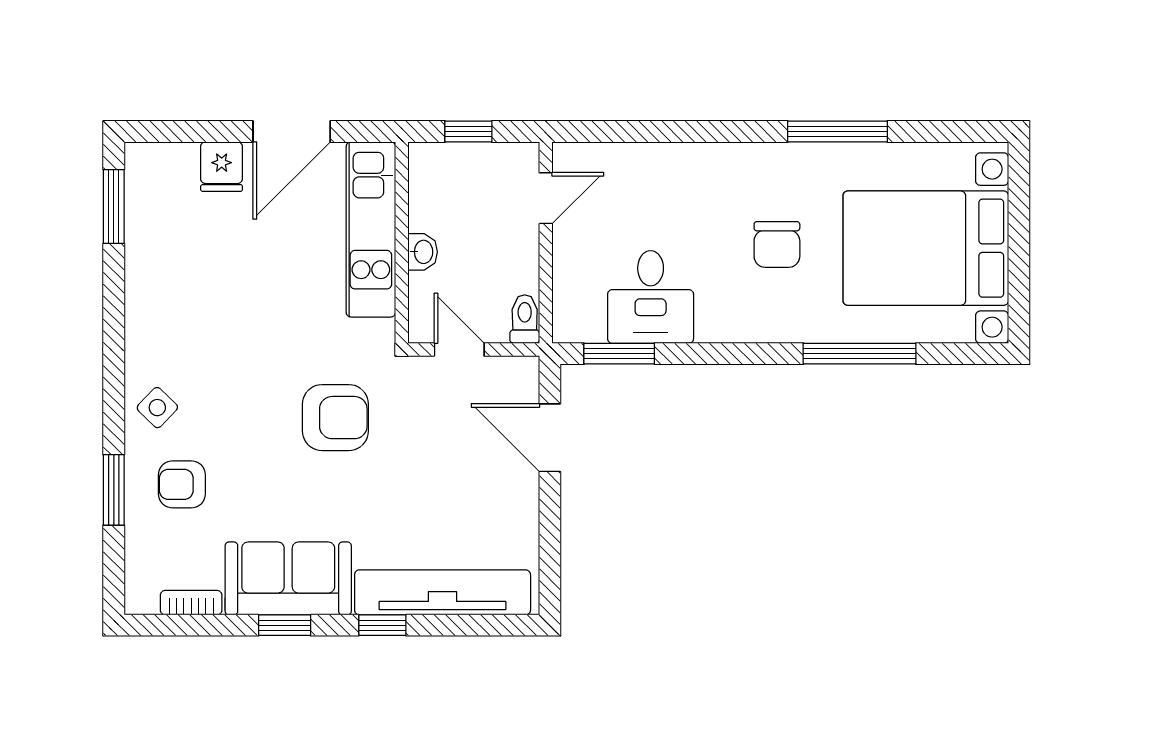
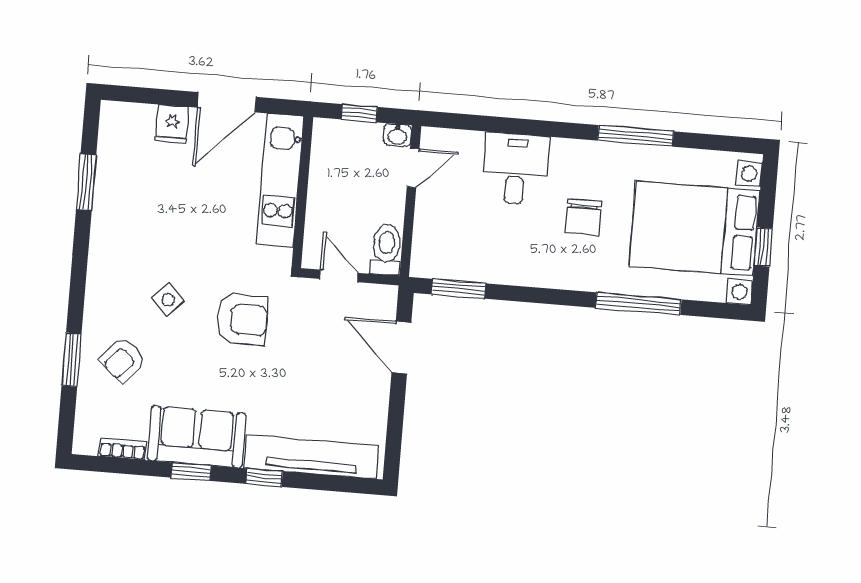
window: (114, 207) -> (86, 182), moved
washbasin: (423, 252) -> (397, 135), moved, turned 90
window: (1019, 265) -> (763, 247), added
desk: (651, 297) -> (515, 169), moved, turned 180
toilet: (525, 319) -> (386, 250), width x1.37, depth x1.39
side table: (157, 408) -> (168, 300), moved
armchair: (182, 484) -> (123, 360), turned -47

